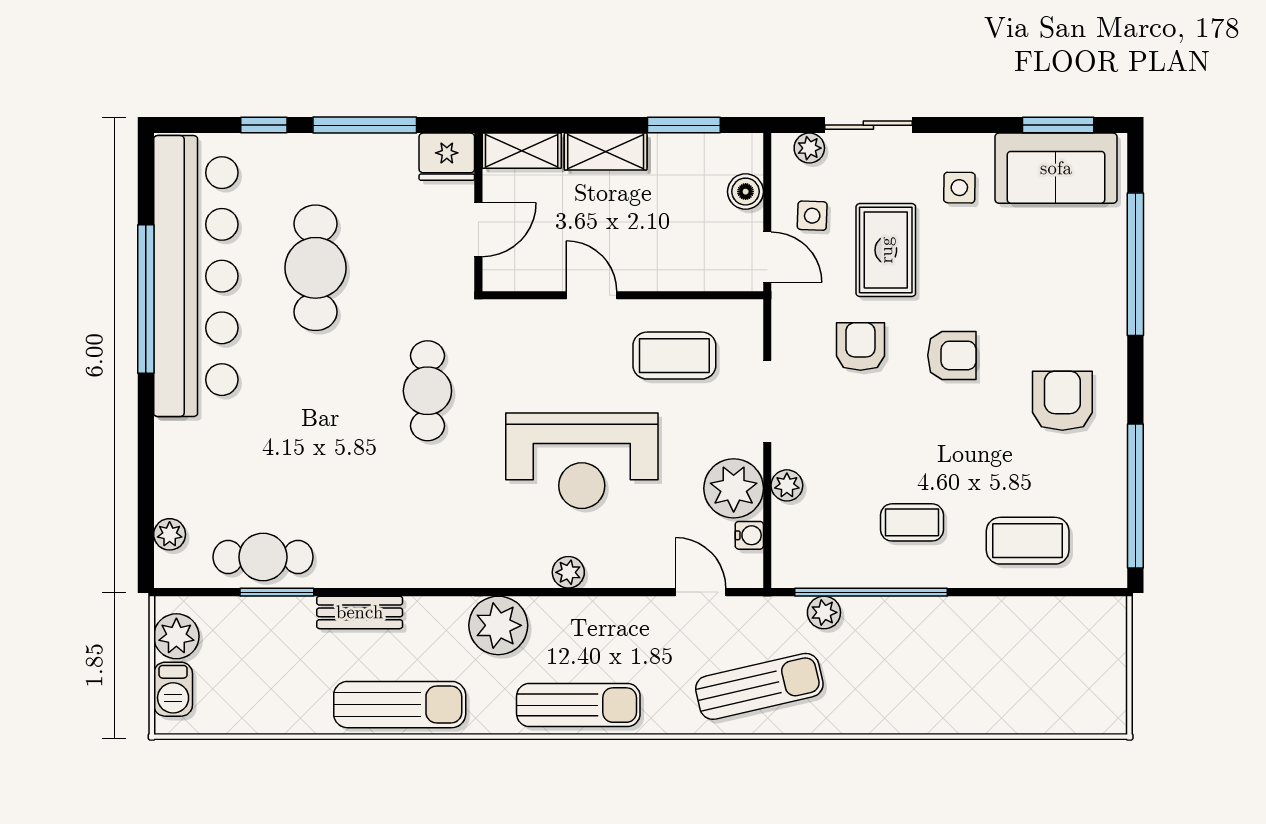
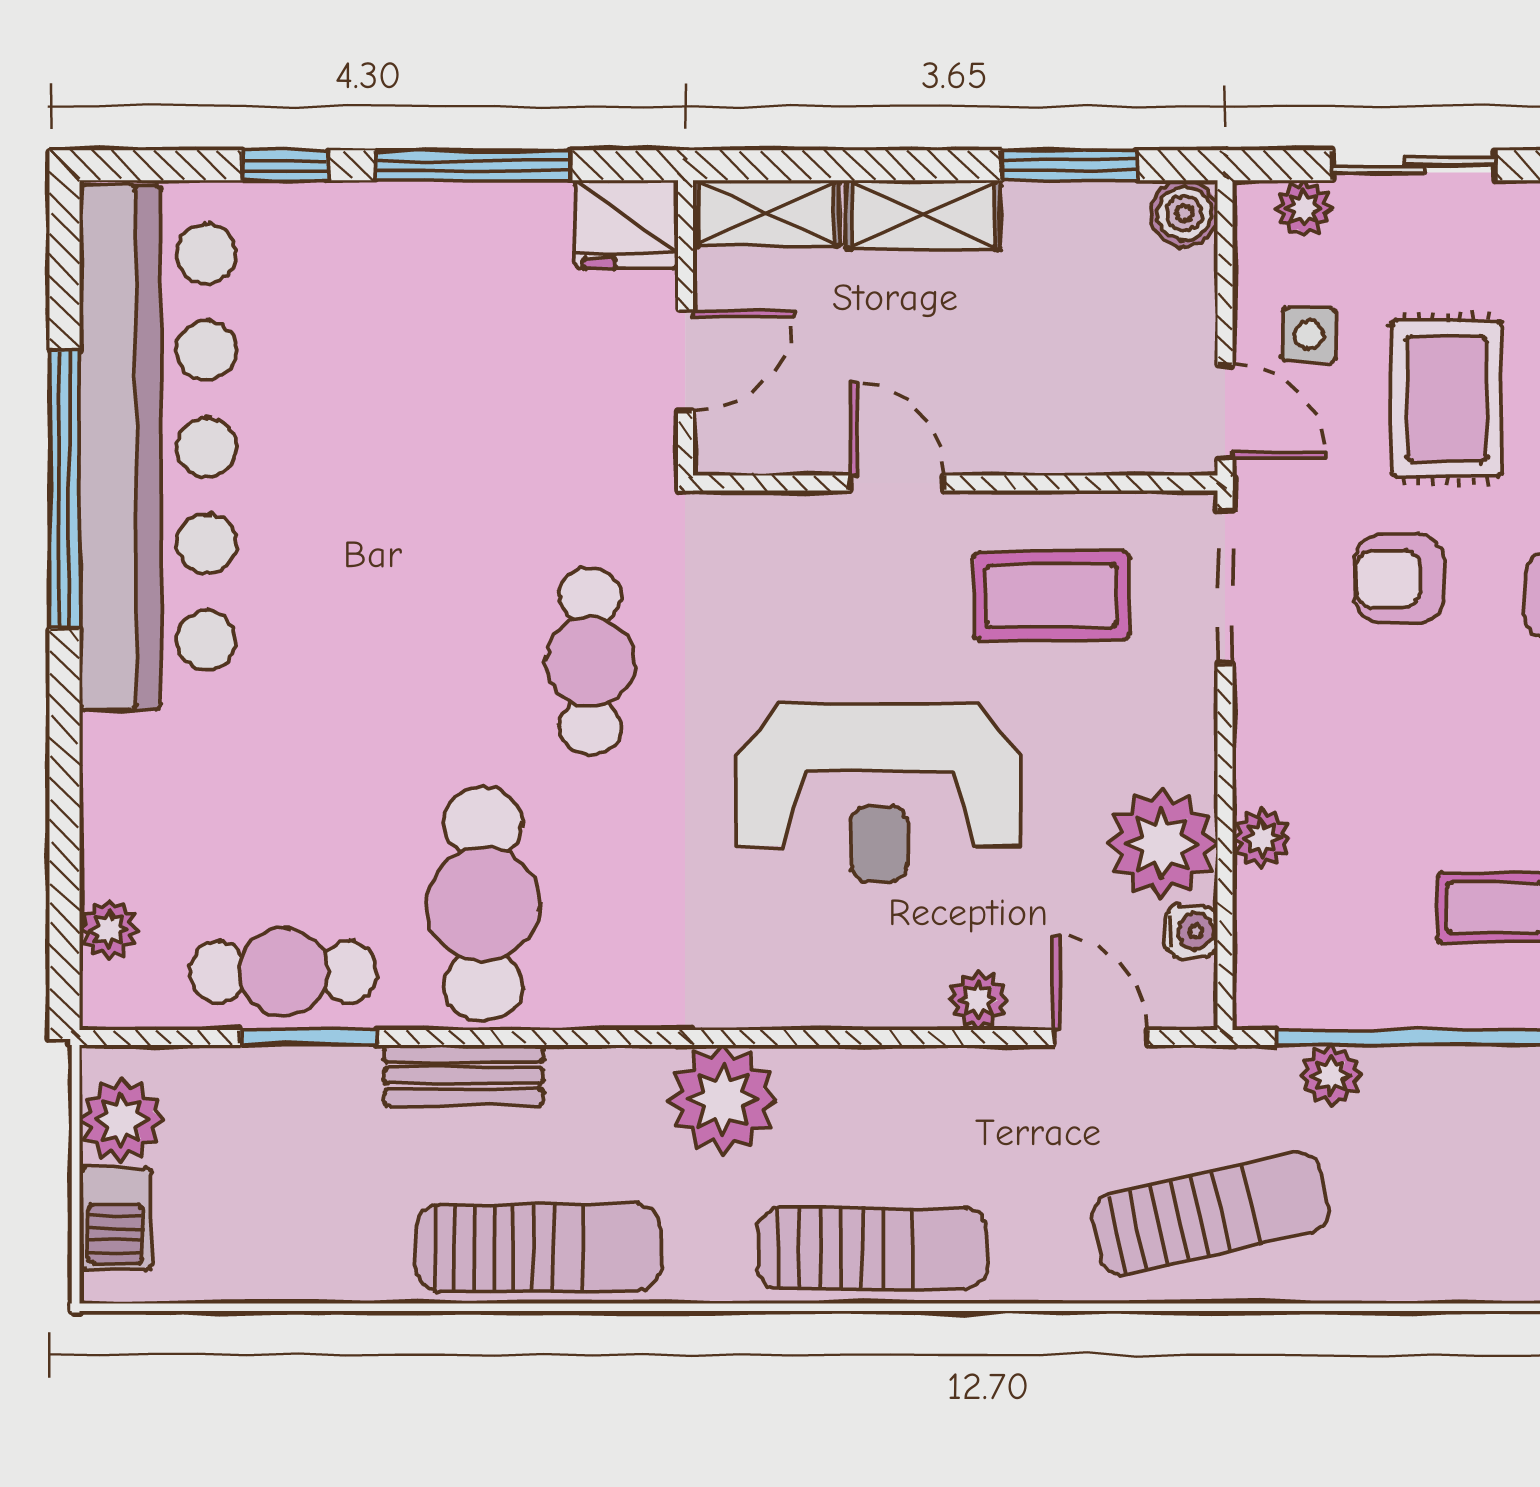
boiler: (746, 192) -> (1184, 213), moved
cafe table: (315, 268) -> (483, 904), moved
armchair: (860, 347) -> (1399, 579), turned -90
doorway: (767, 401) -> (1225, 587), moved
plant: (568, 572) -> (979, 1000), moved

